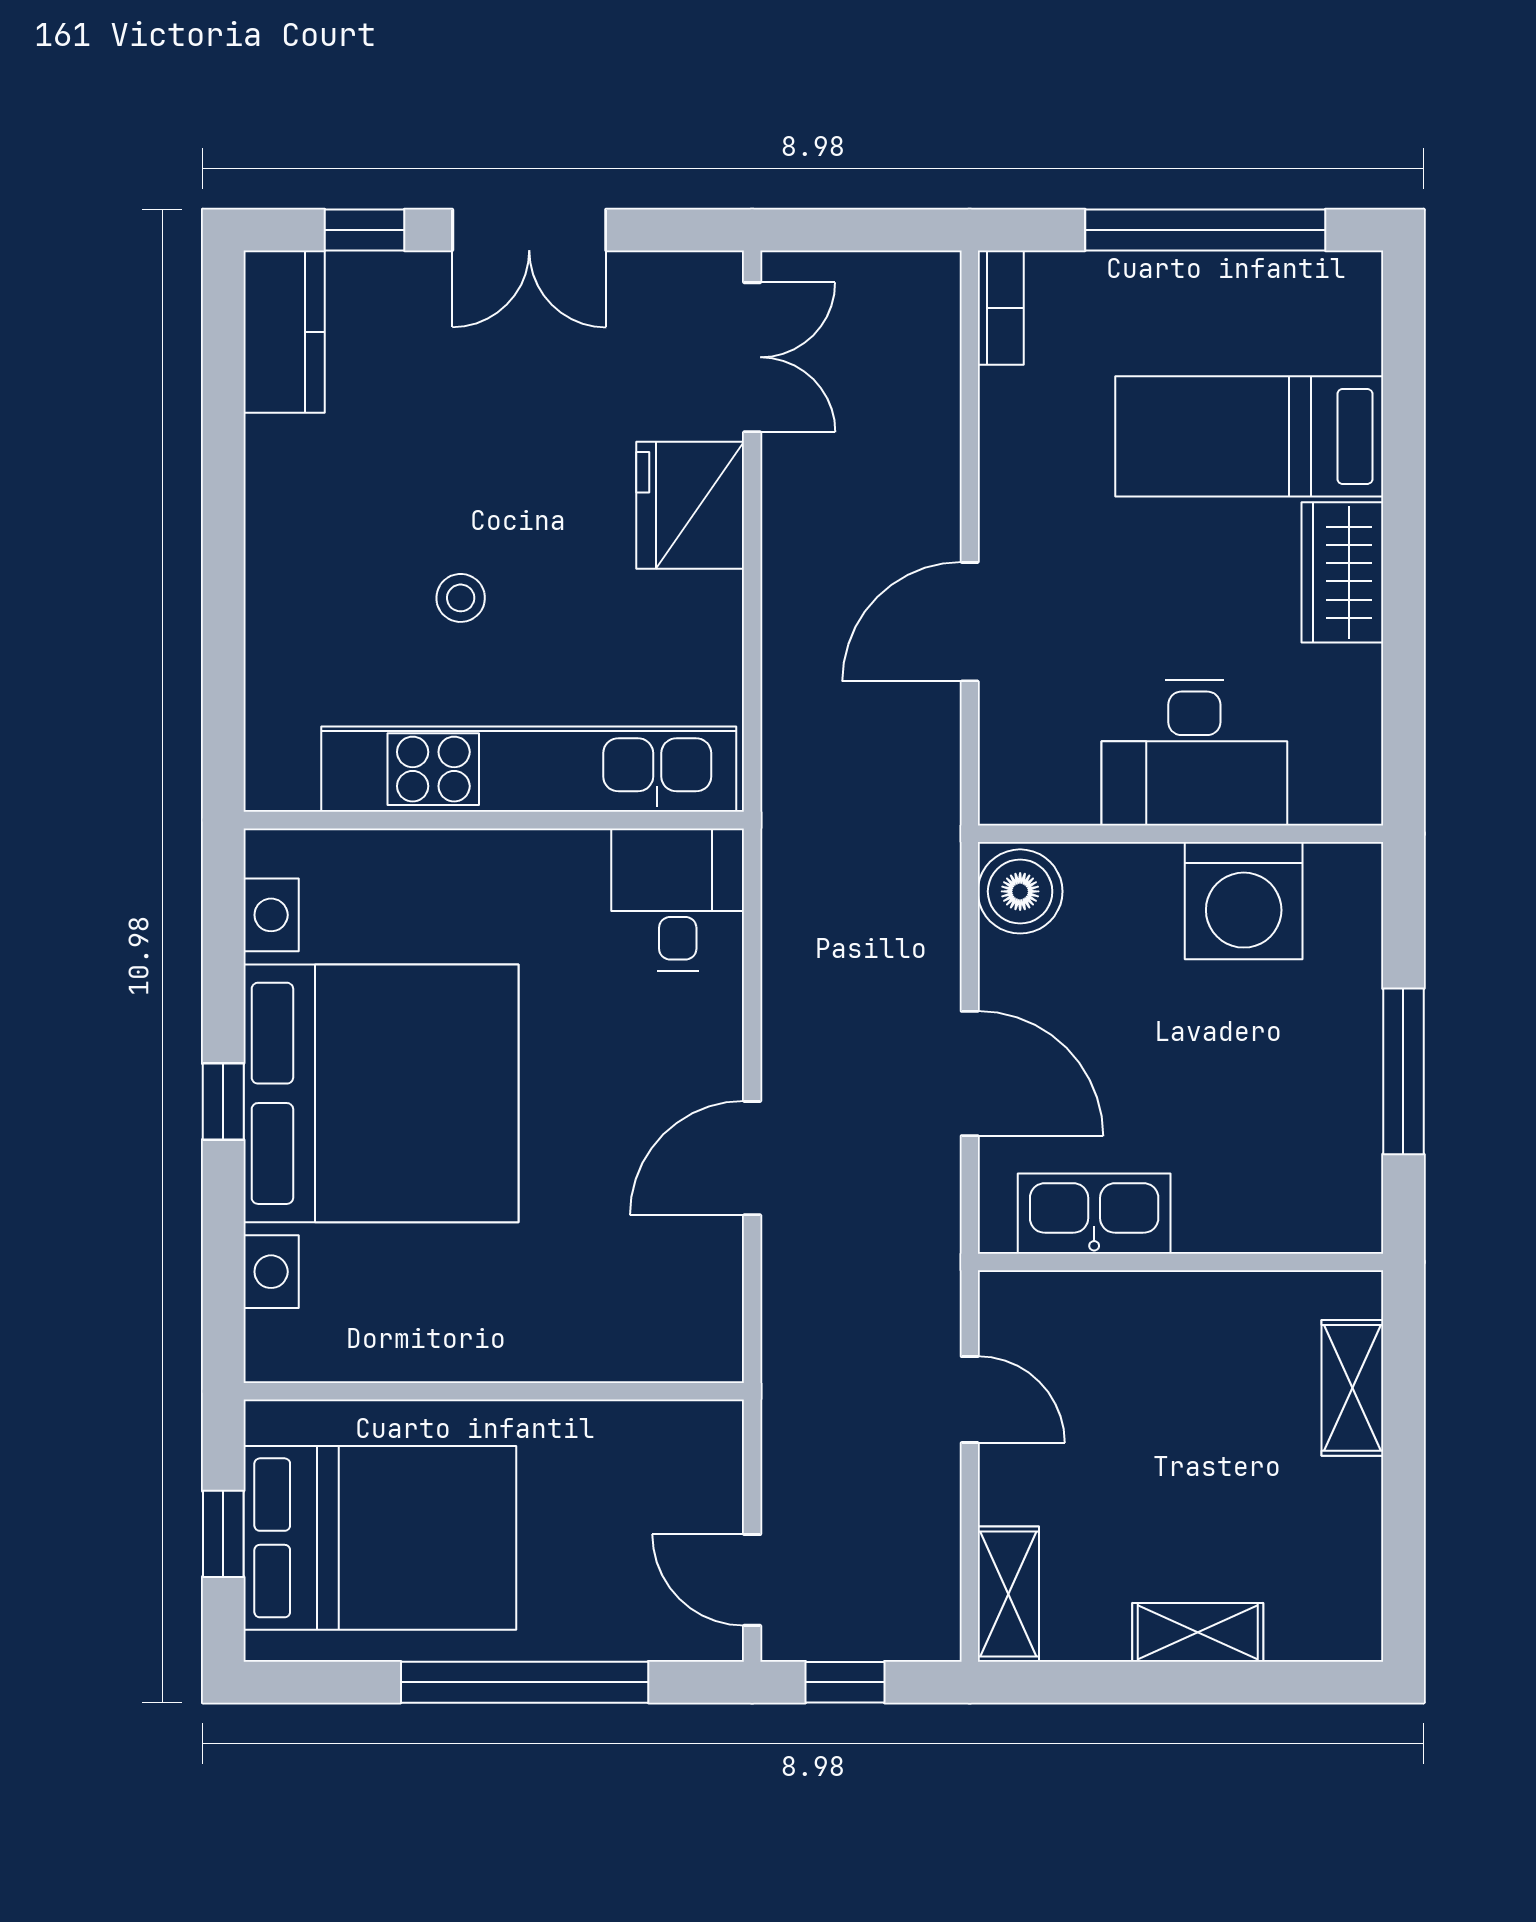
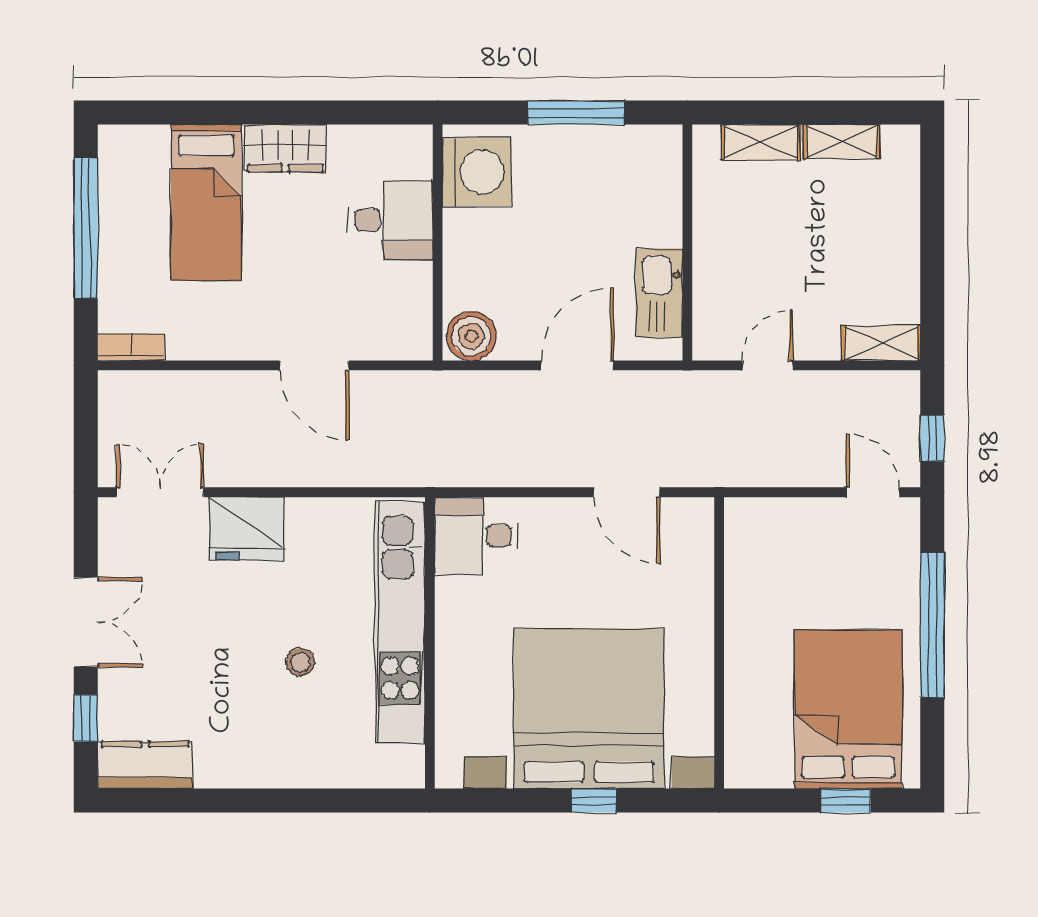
desk: (1194, 753) -> (390, 220), width x0.73
washing machine: (1244, 901) -> (477, 172), moved
wall: (494, 1391) -> (719, 643), moved
door: (752, 1580) -> (873, 492), swing flipped
shelving: (1198, 1632) -> (842, 142), moved, turned 90

